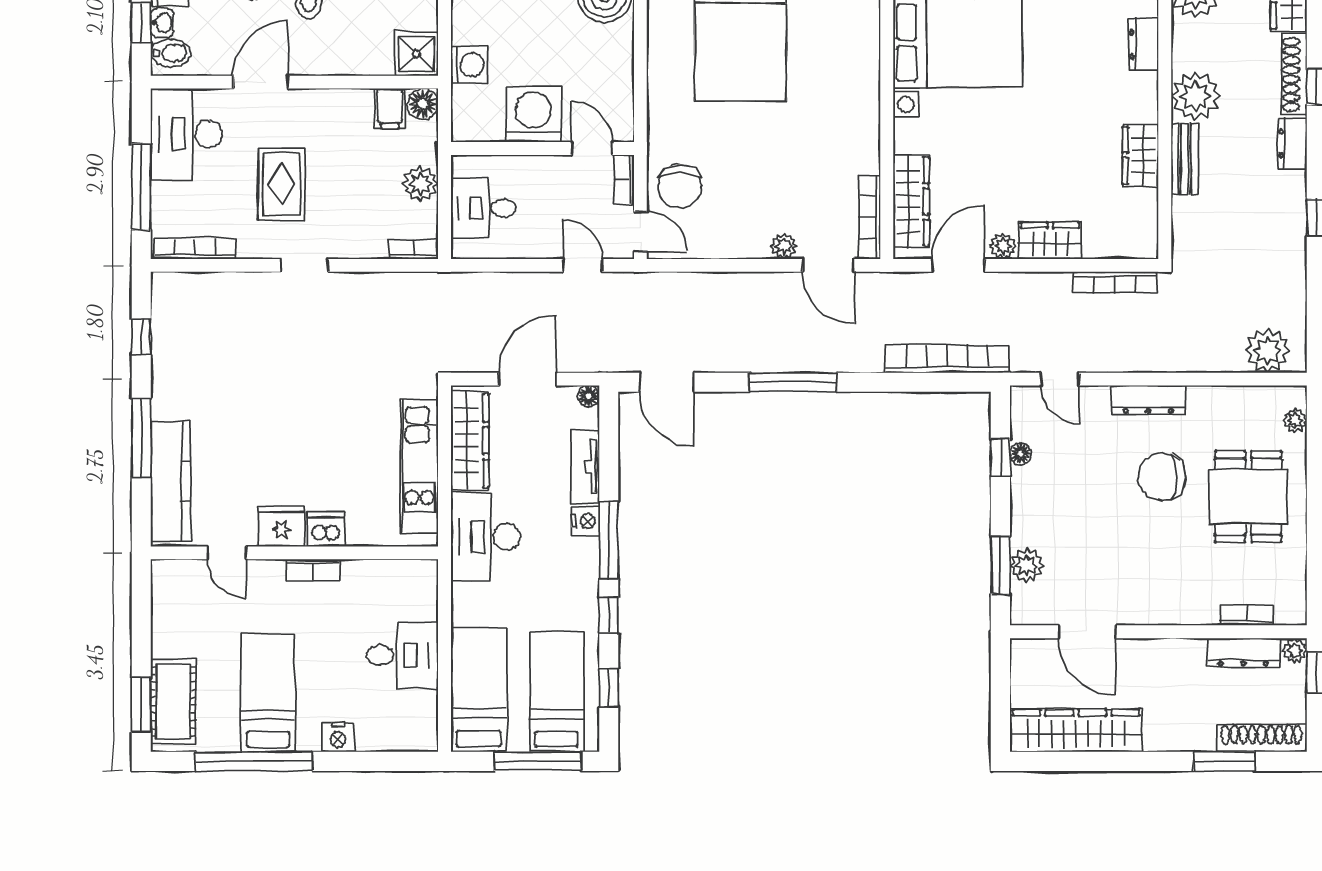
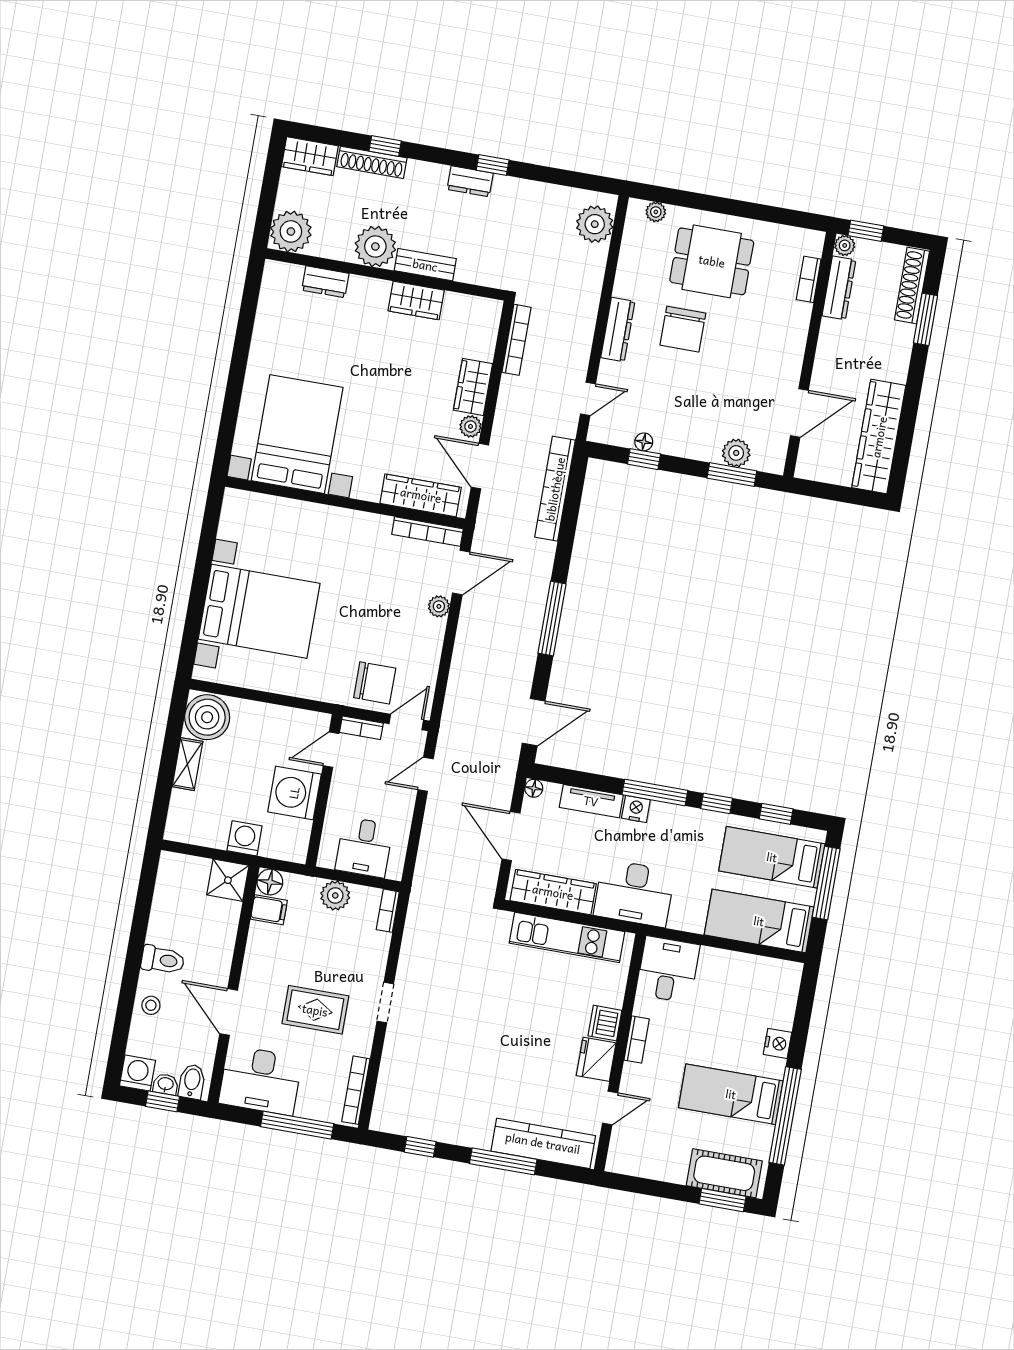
dresser: (1292, 143) -> (470, 181), moved
desk: (402, 655) -> (668, 970), moved

